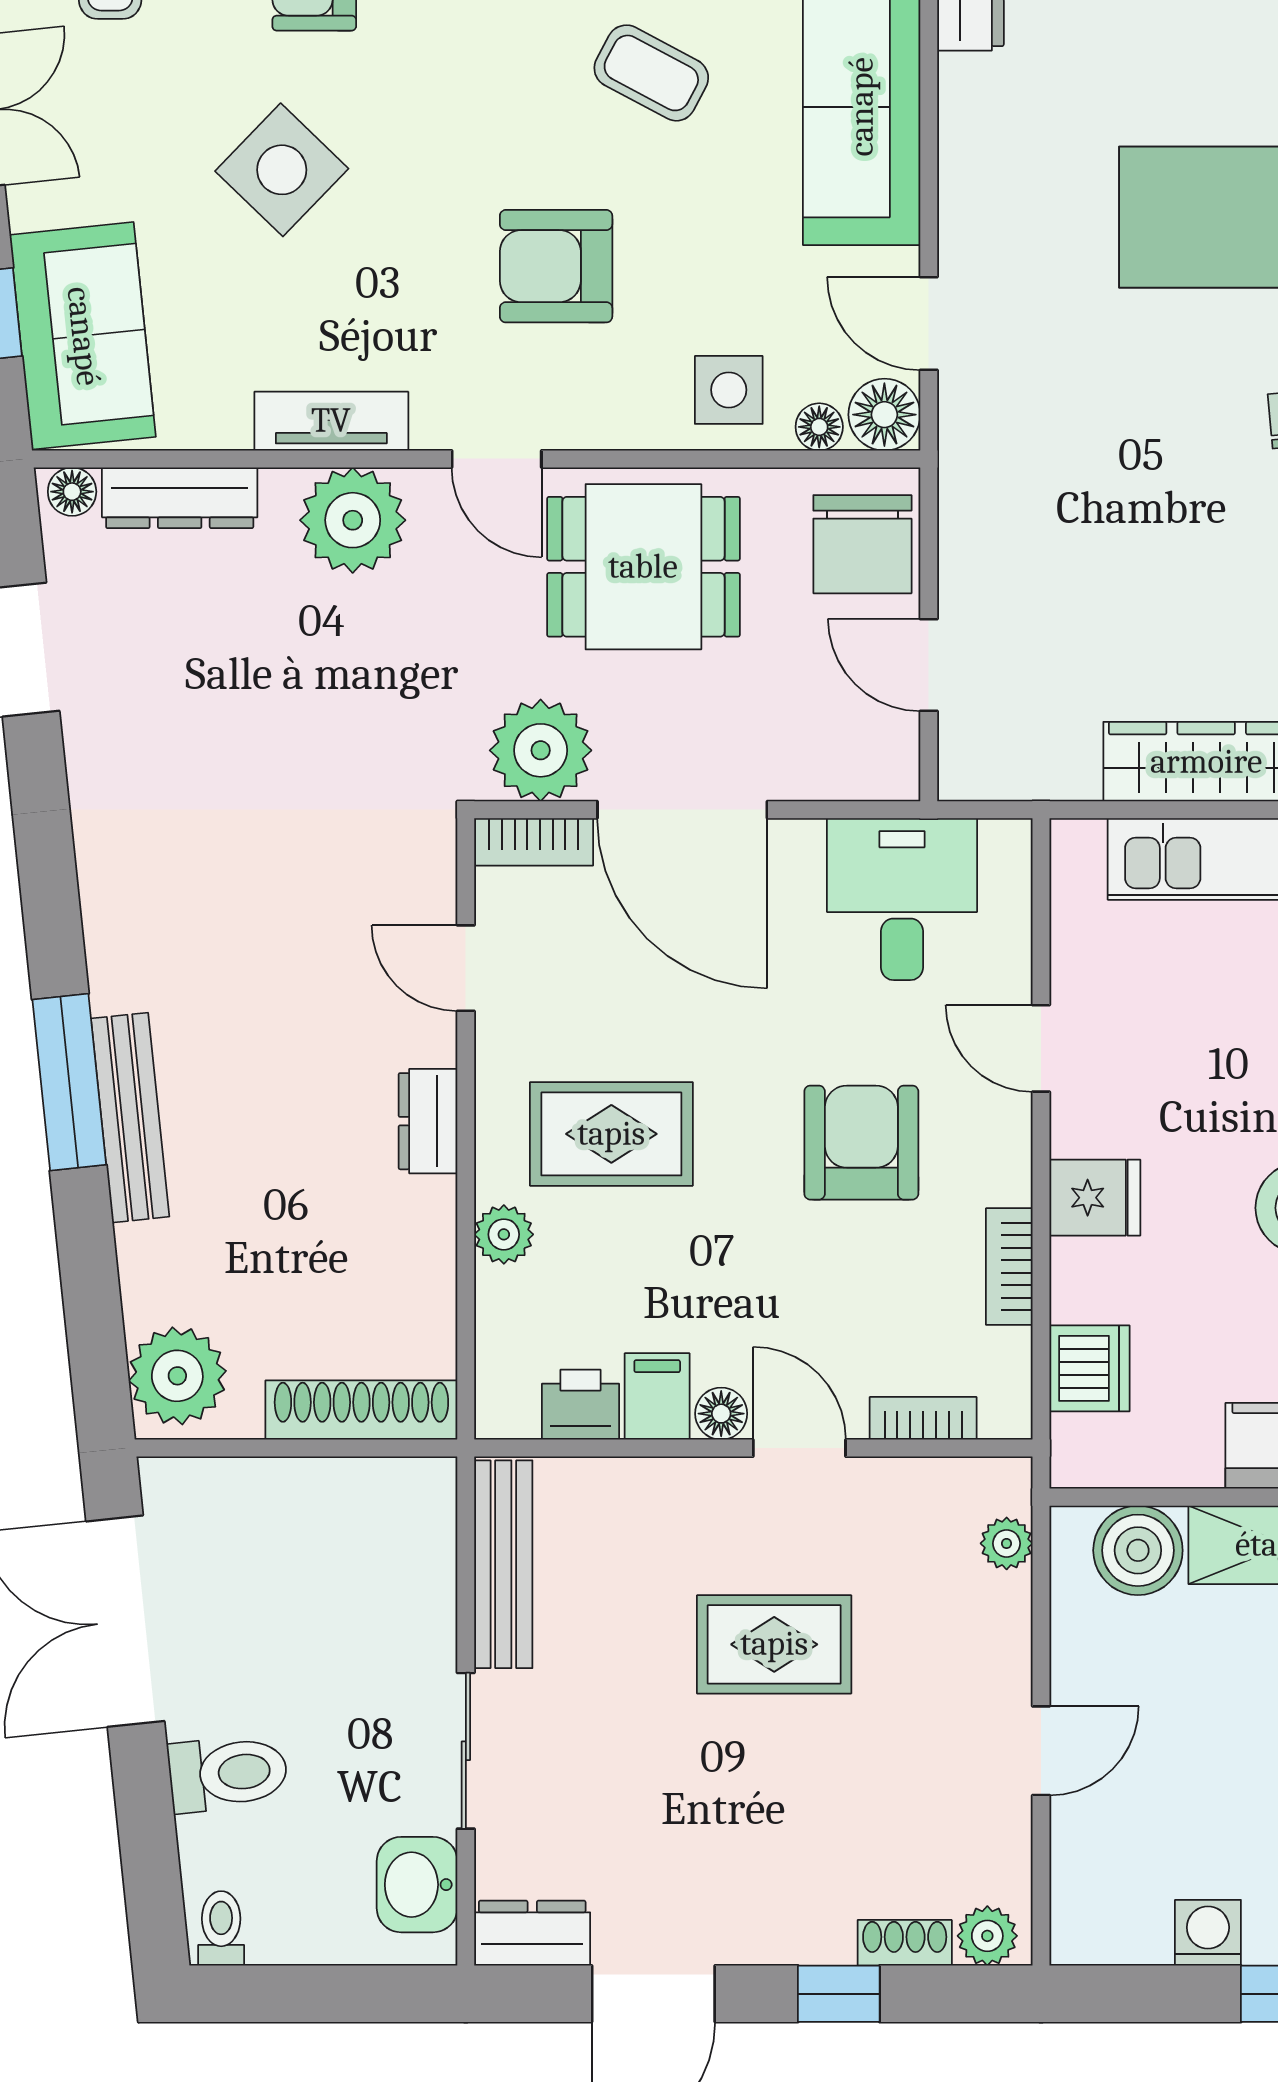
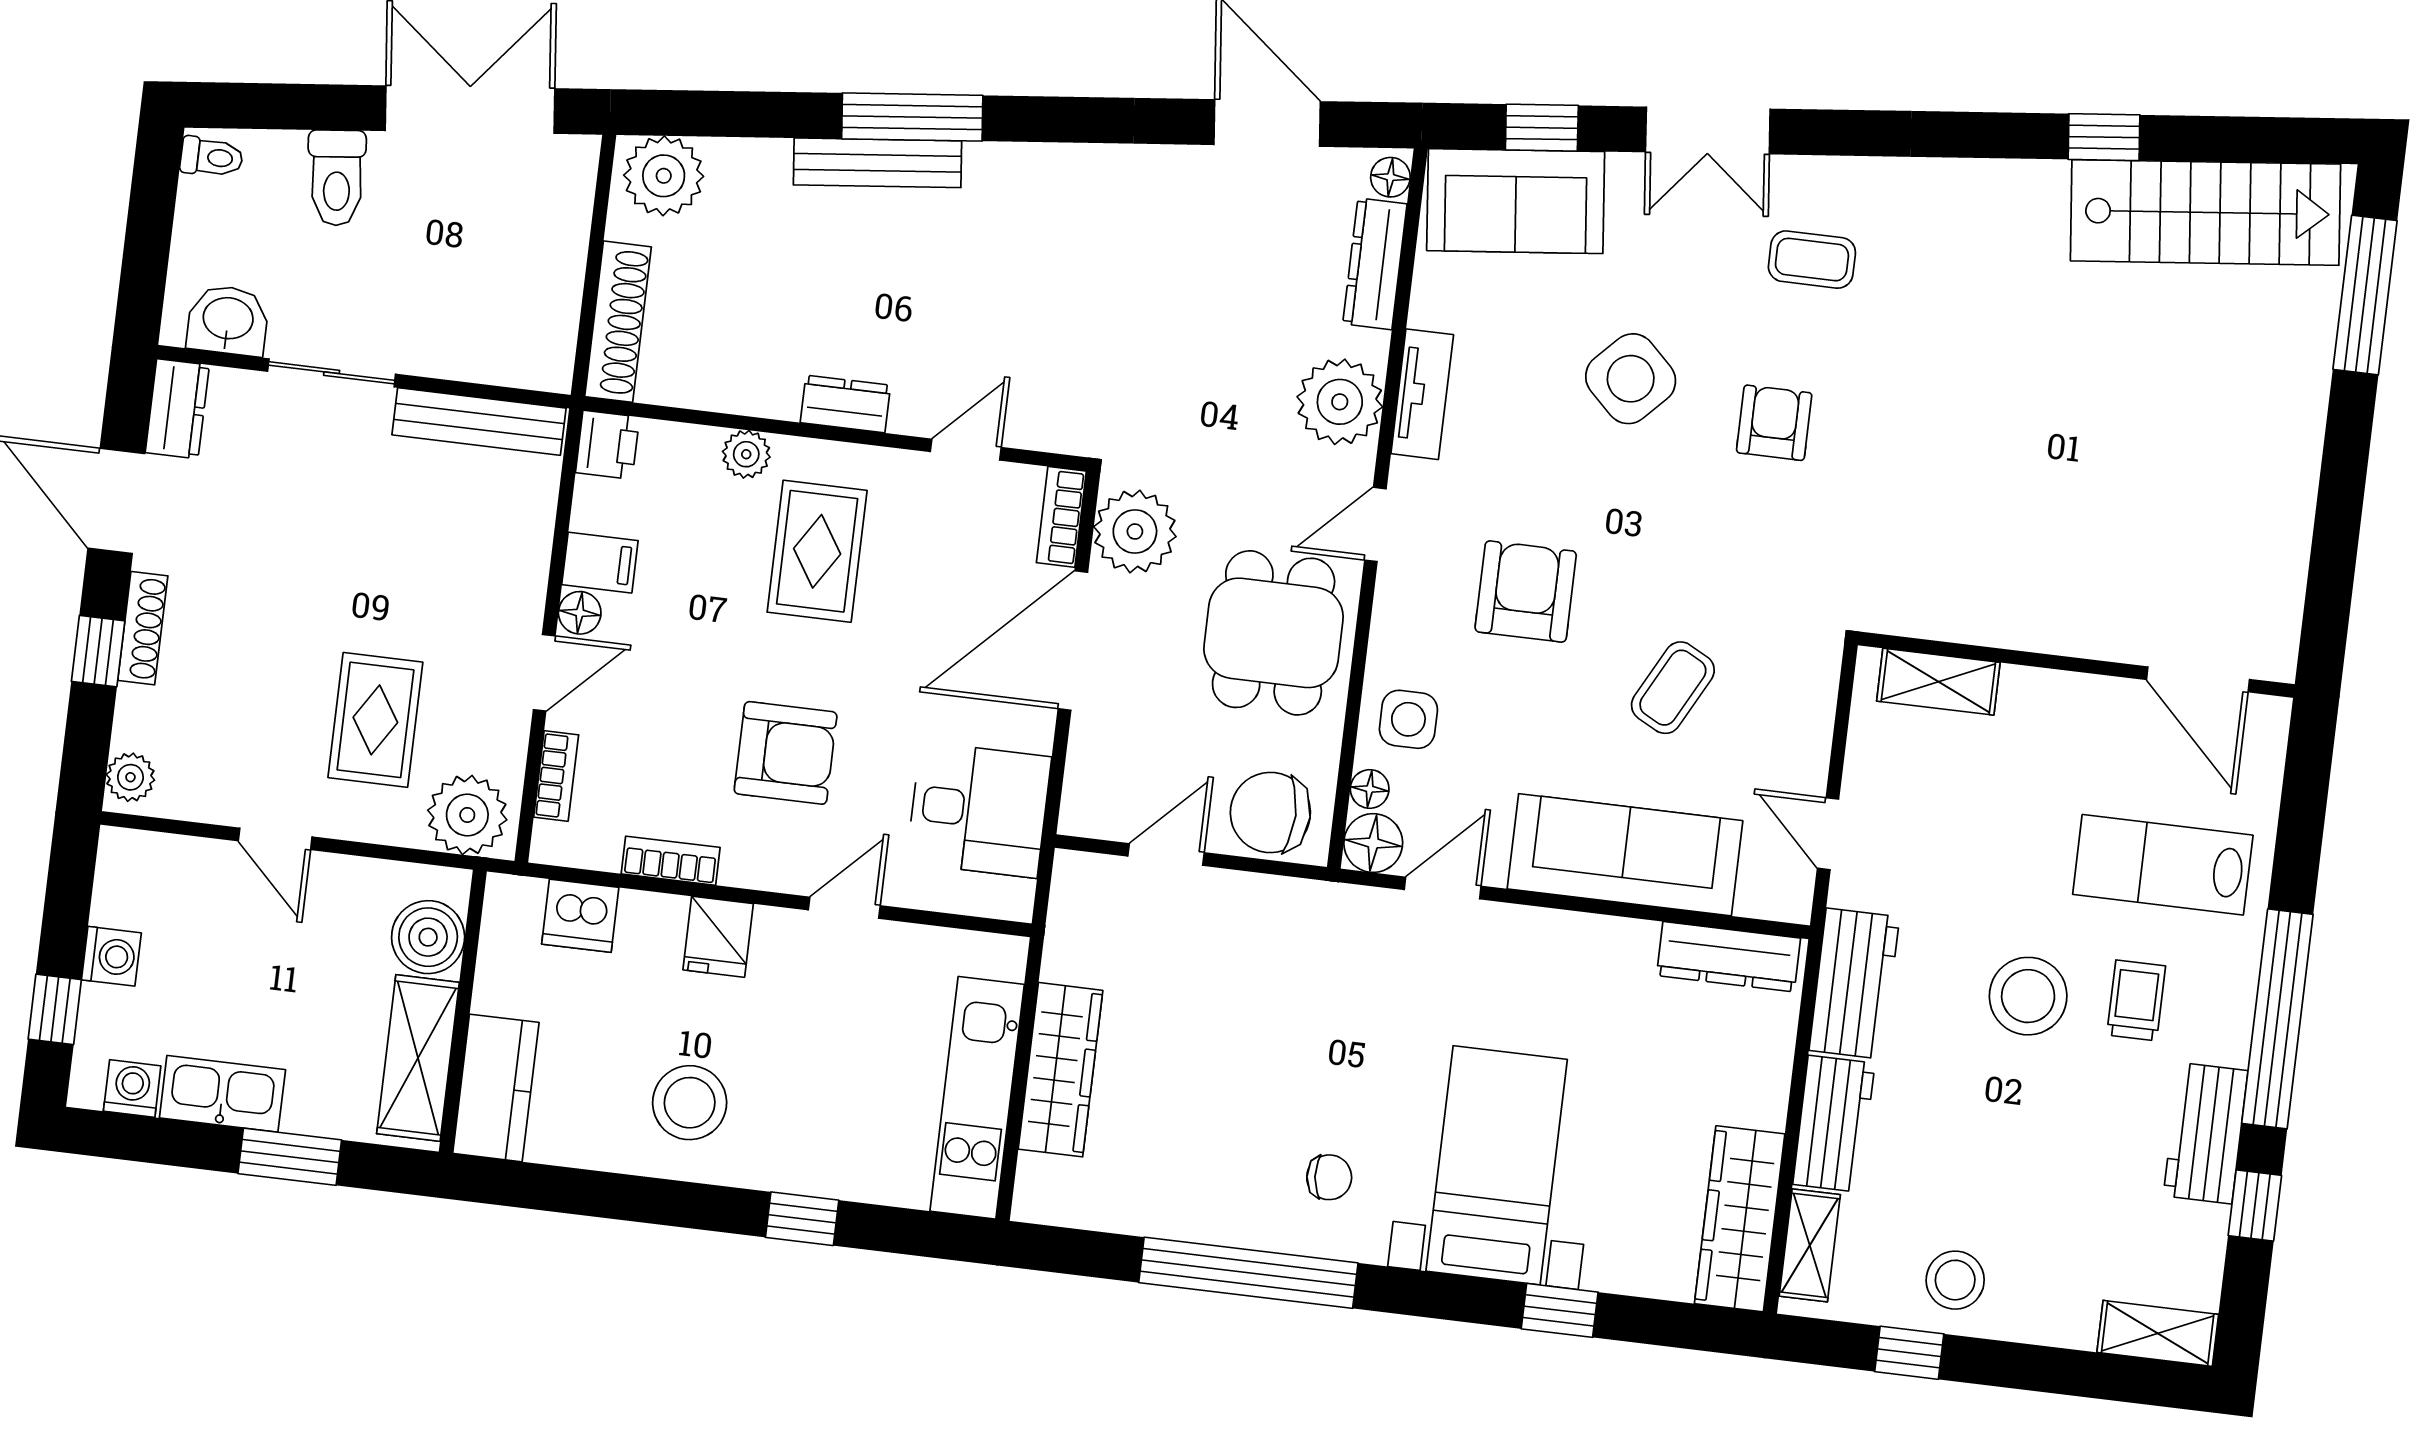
printer: (581, 1405) -> (607, 445), moved
plant: (1007, 1543) -> (467, 815), width x1.87, depth x1.87
rug: (774, 1644) -> (375, 720), moved
shoe rack: (905, 1943) -> (143, 628), moved, width x1.43

